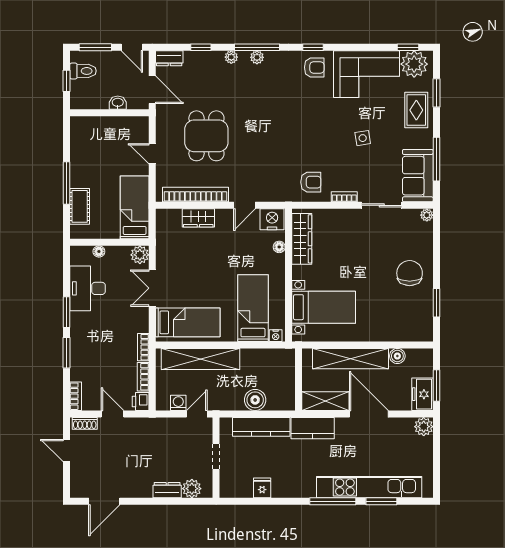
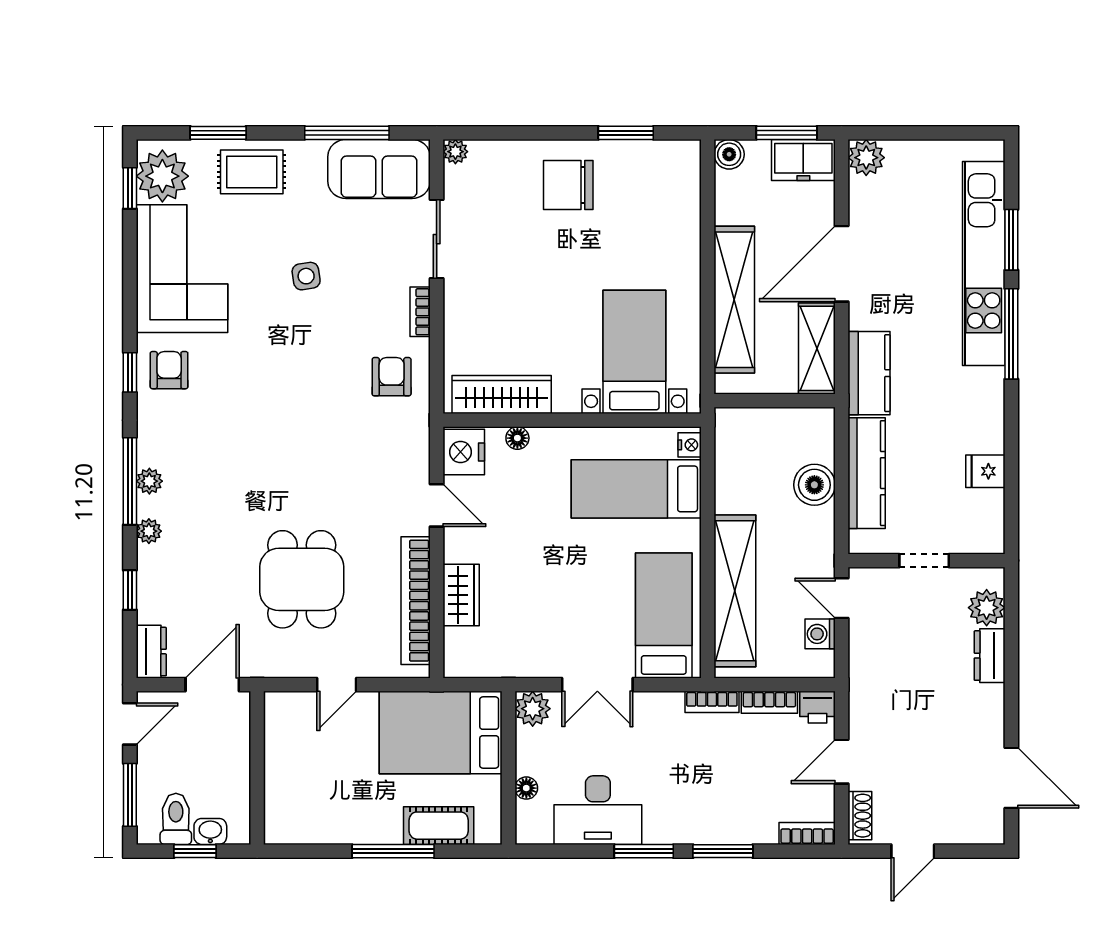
washbasin: (118, 103) -> (210, 831), moved, turned 90
dining table: (206, 136) -> (302, 579), turned 90
bed: (135, 207) -> (441, 732), width x1.50
boiler: (397, 356) -> (729, 154), moved

